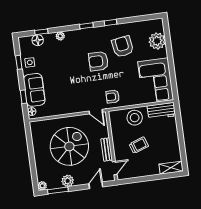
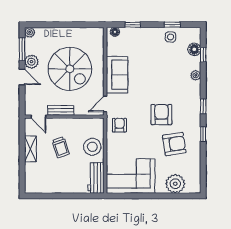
sofa: (34, 90) -> (117, 75), moved, turned -90
shelving: (171, 168) -> (30, 149), moved
door: (96, 185) -> (22, 77), moved

